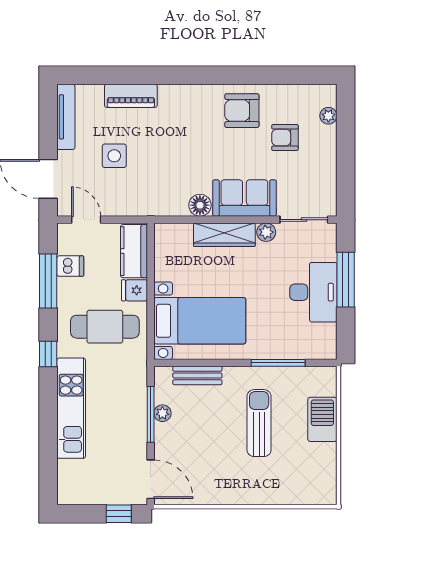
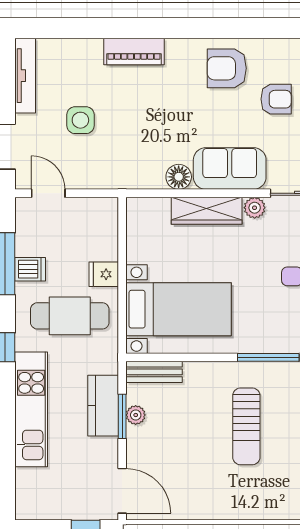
piano: (131, 96) -> (134, 51), moved
armchair: (285, 138) -> (276, 99), turned 180
kitchen counter: (134, 251) -> (103, 406), moved
dishwasher: (70, 266) -> (30, 269), moved
bench: (197, 375) -> (154, 372), moved
window: (151, 414) -> (122, 416), width x0.69
sun lounger: (259, 423) -> (246, 426), turned 180

